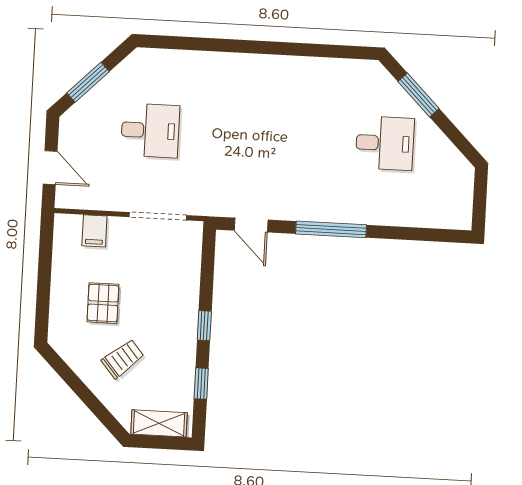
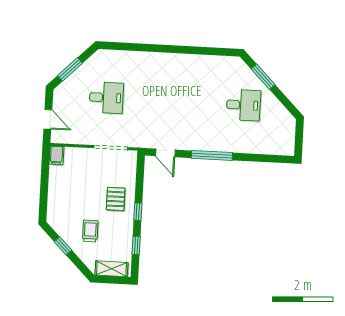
filing cabinet: (94, 231) -> (56, 155), moved
pallet: (103, 303) -> (116, 199), moved
trolley: (123, 359) -> (90, 231), turned -50
window: (76, 384) -> (63, 246), added

